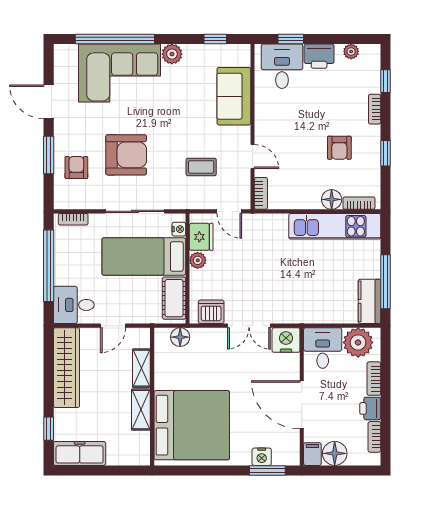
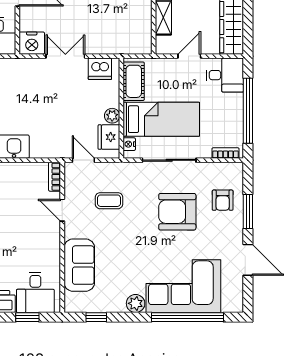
floor lamp: (180, 337) -> (128, 46), removed

